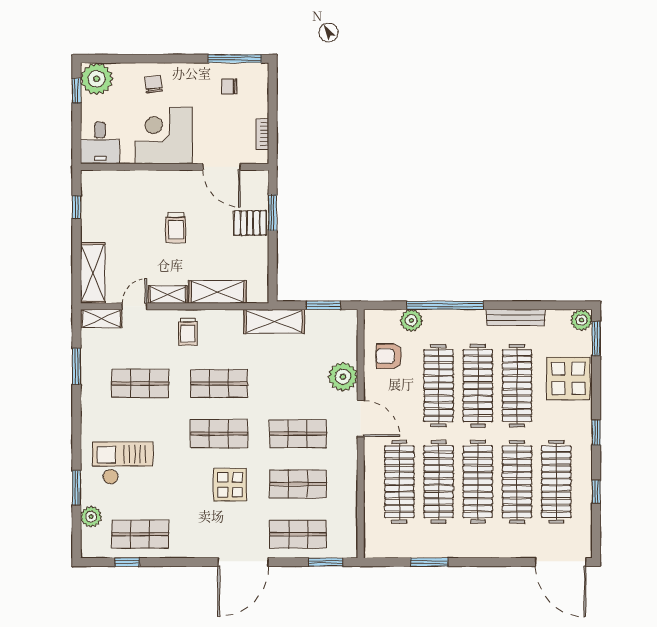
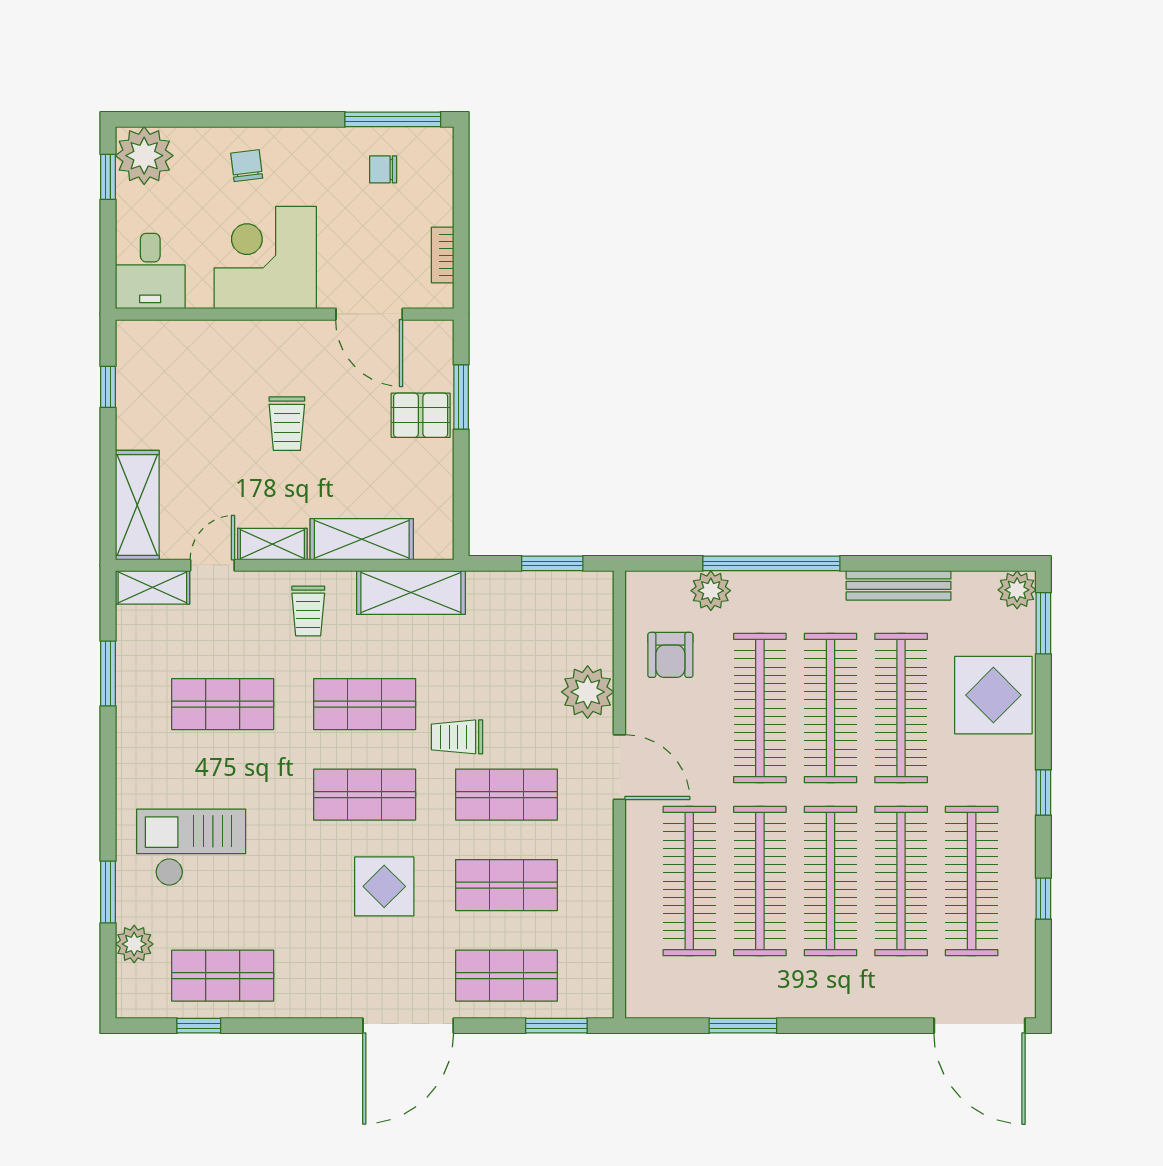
shelving: (274, 321) -> (411, 592), moved
armchair: (389, 356) -> (670, 655), turned -90
trolley: (270, 402) -> (457, 737), added

